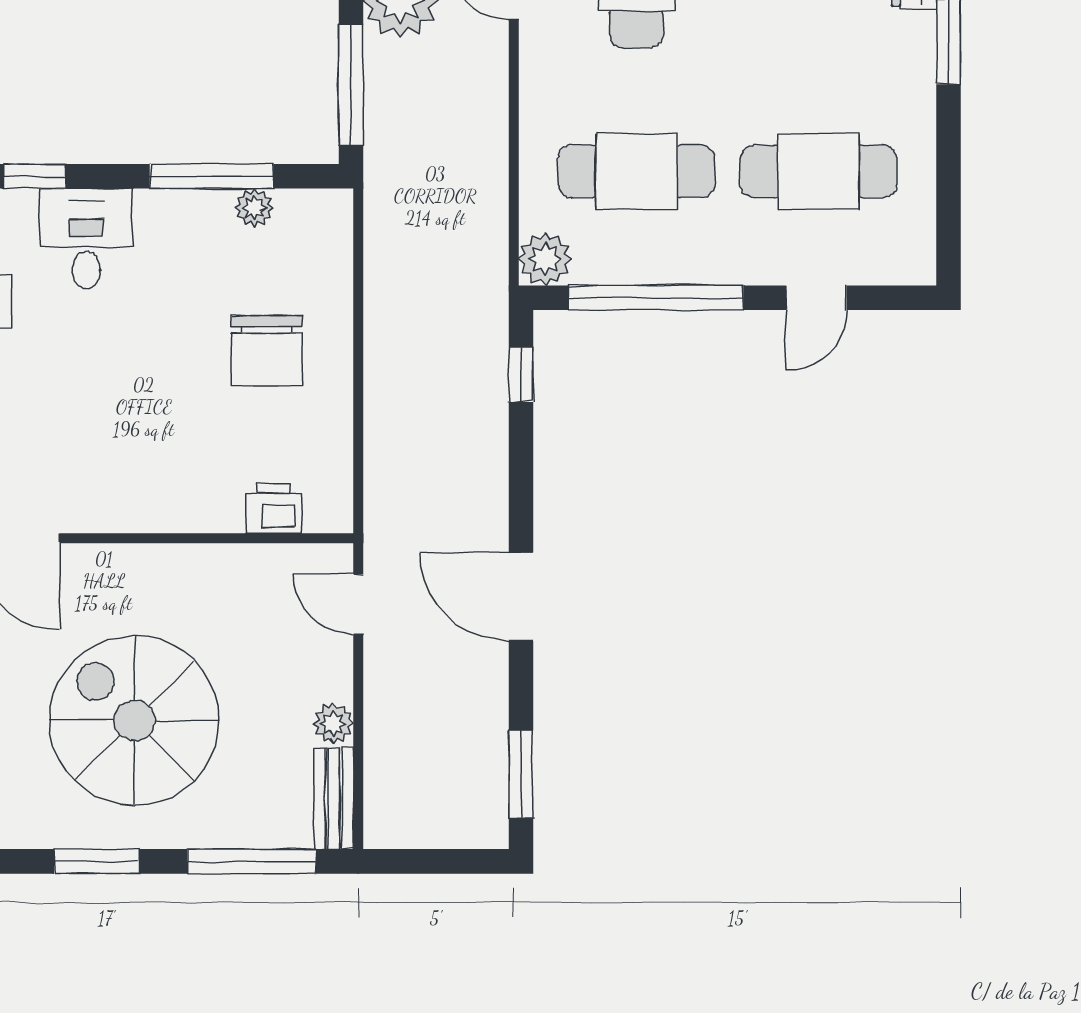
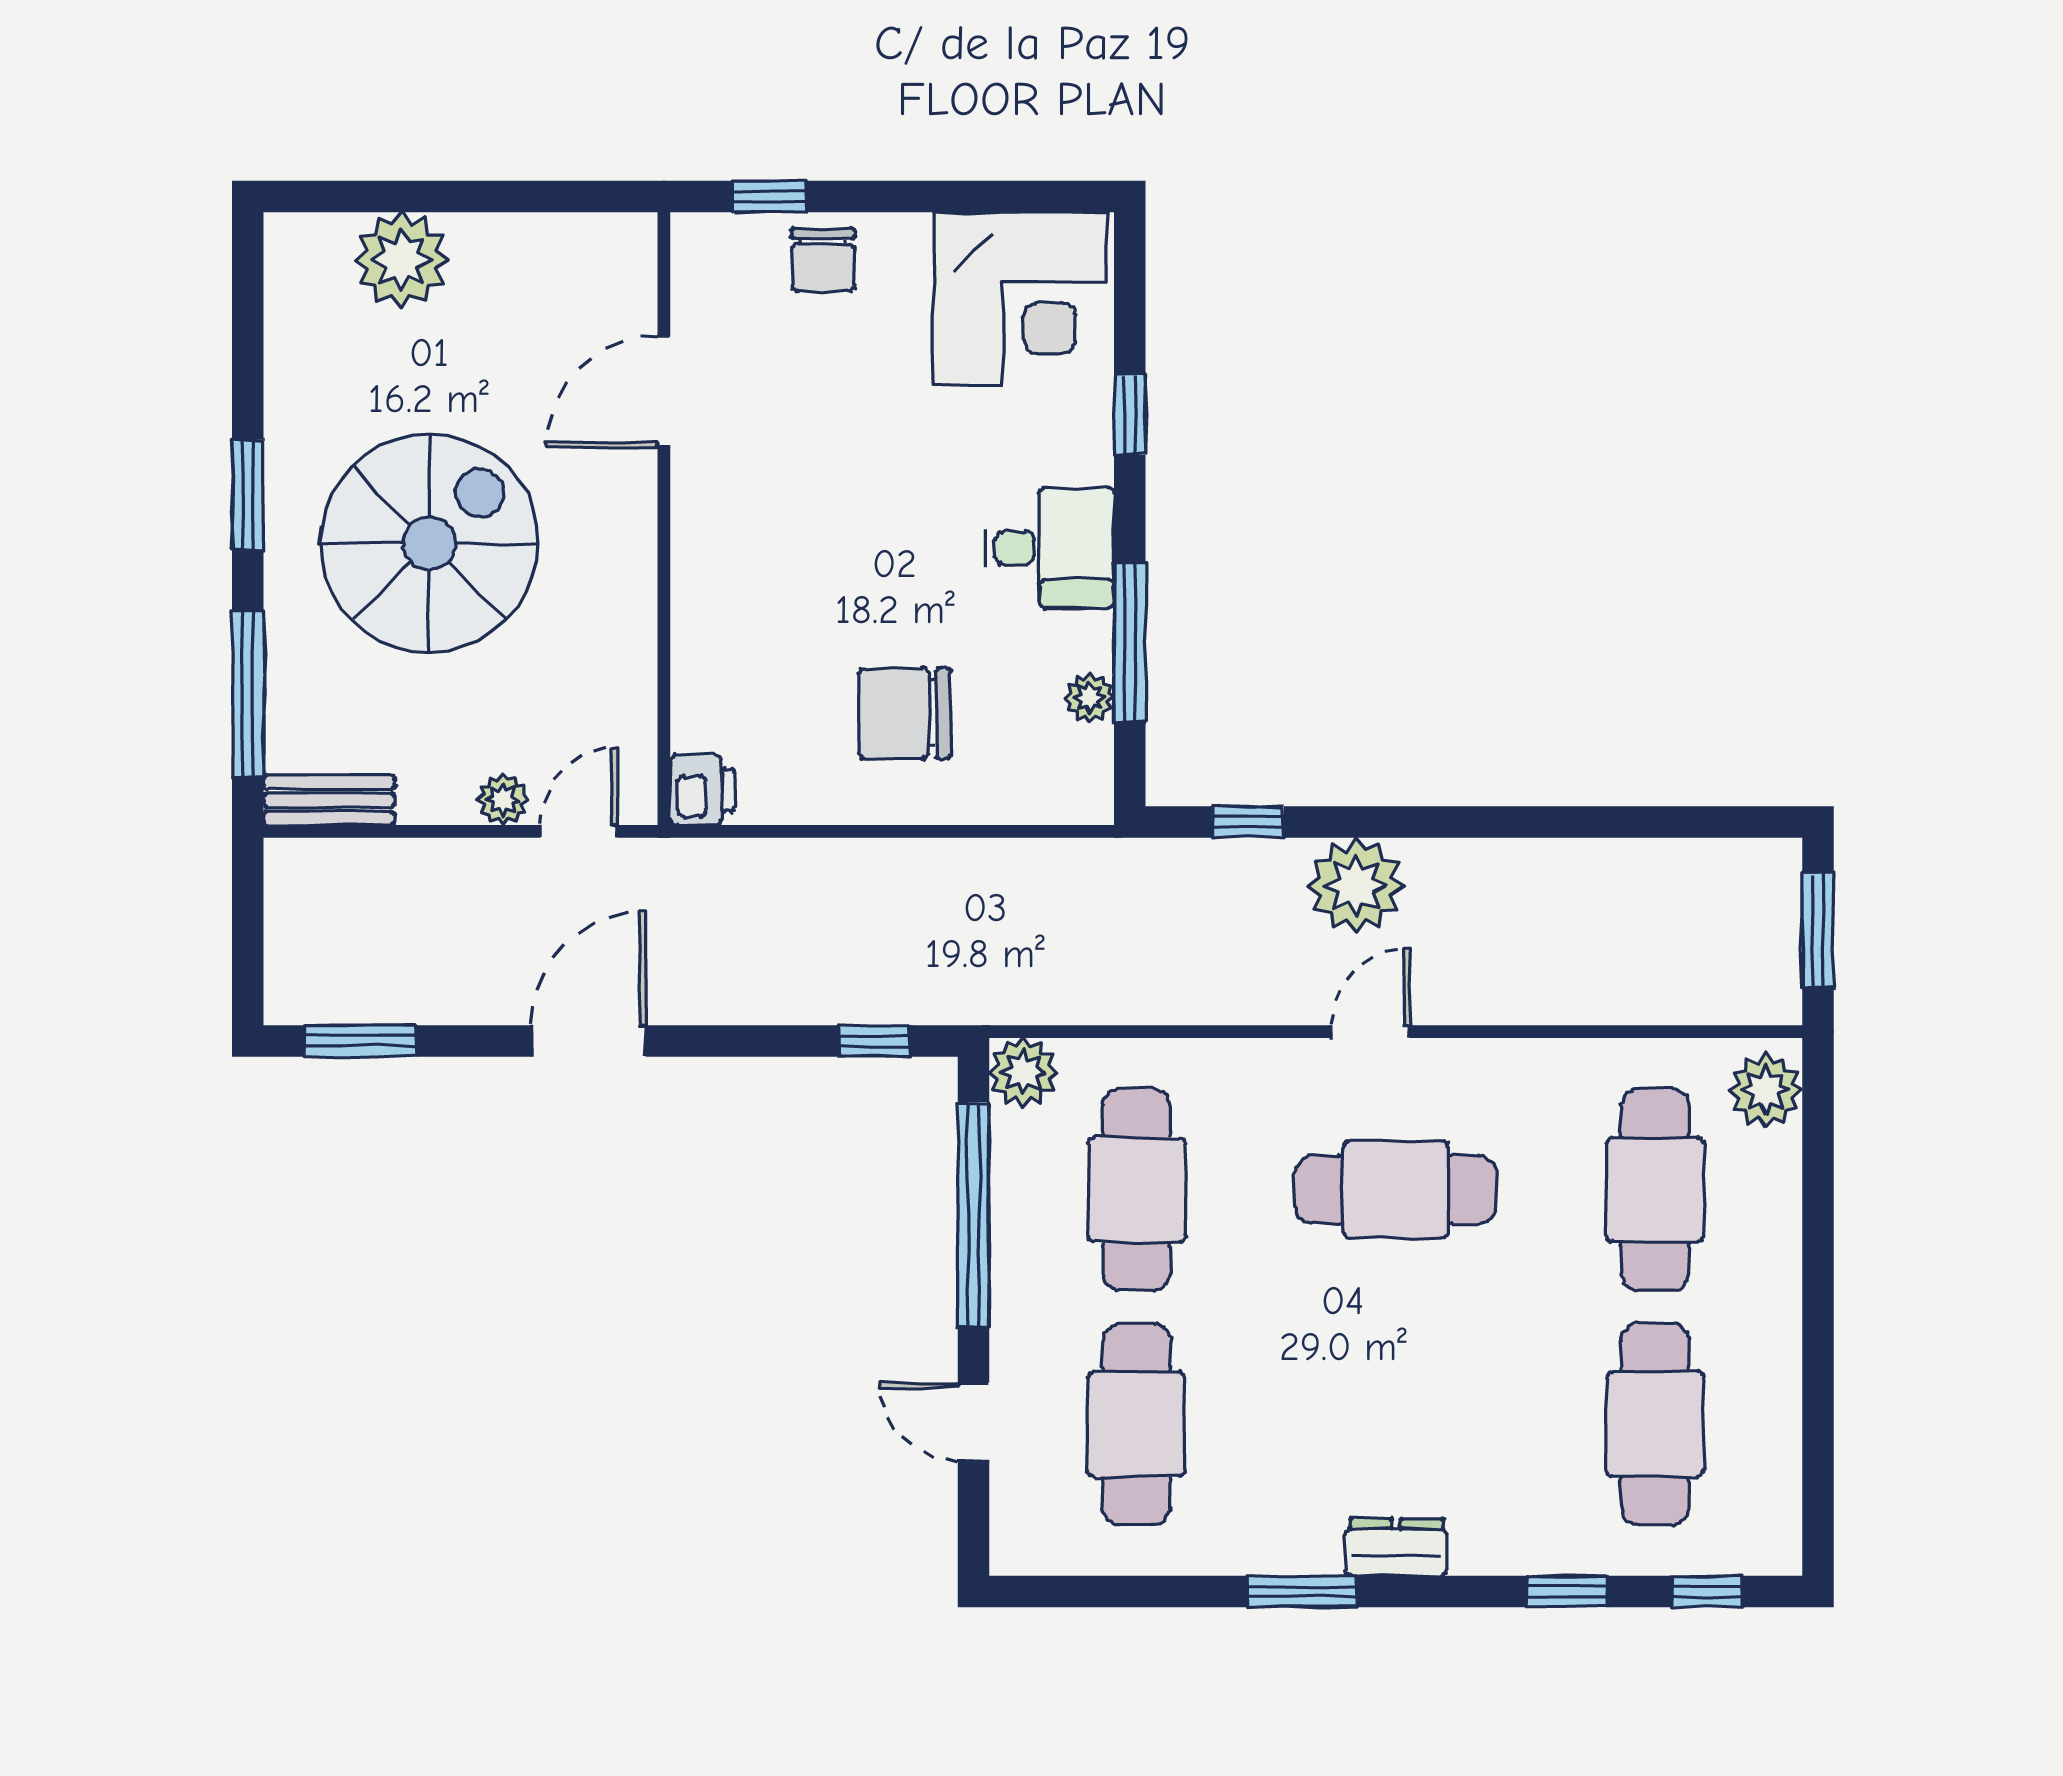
window: (351, 85) -> (1248, 822), width x0.46
desk: (86, 239) -> (1049, 548), moved
printer: (273, 508) -> (702, 790), moved
plant: (333, 724) -> (503, 799), moved

